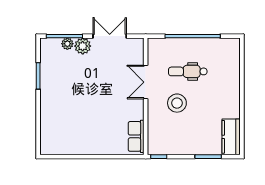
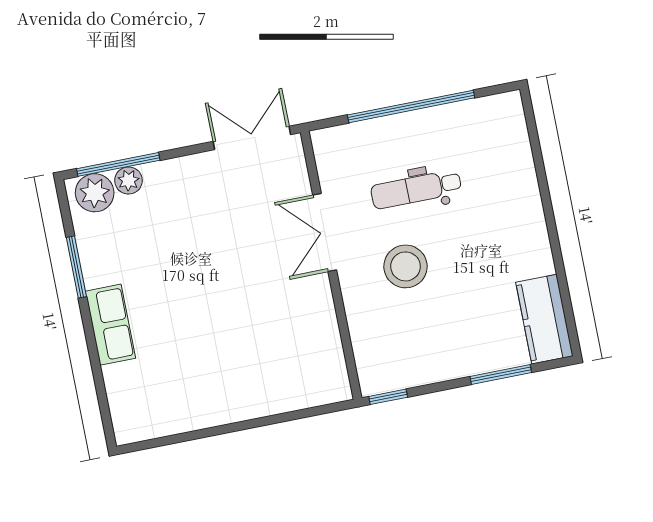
double door: (110, 36) -> (252, 138), moved
plant: (83, 46) -> (95, 193), moved
row of seats: (136, 136) -> (110, 325), moved, turned 180

